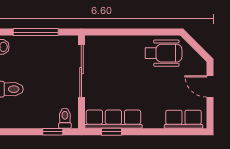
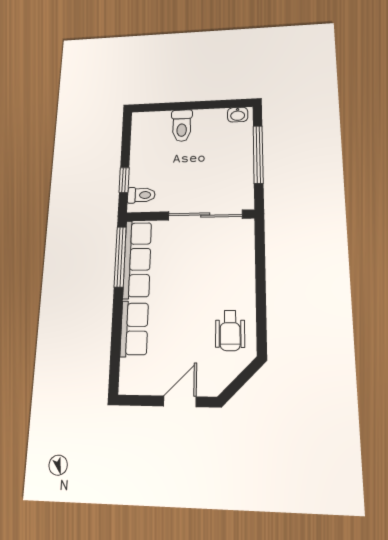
wheelchair: (163, 53) -> (230, 331), width x0.73, depth x0.73
row of seats: (183, 119) -> (134, 329), moved
window: (111, 132) -> (120, 257), width x2.17

